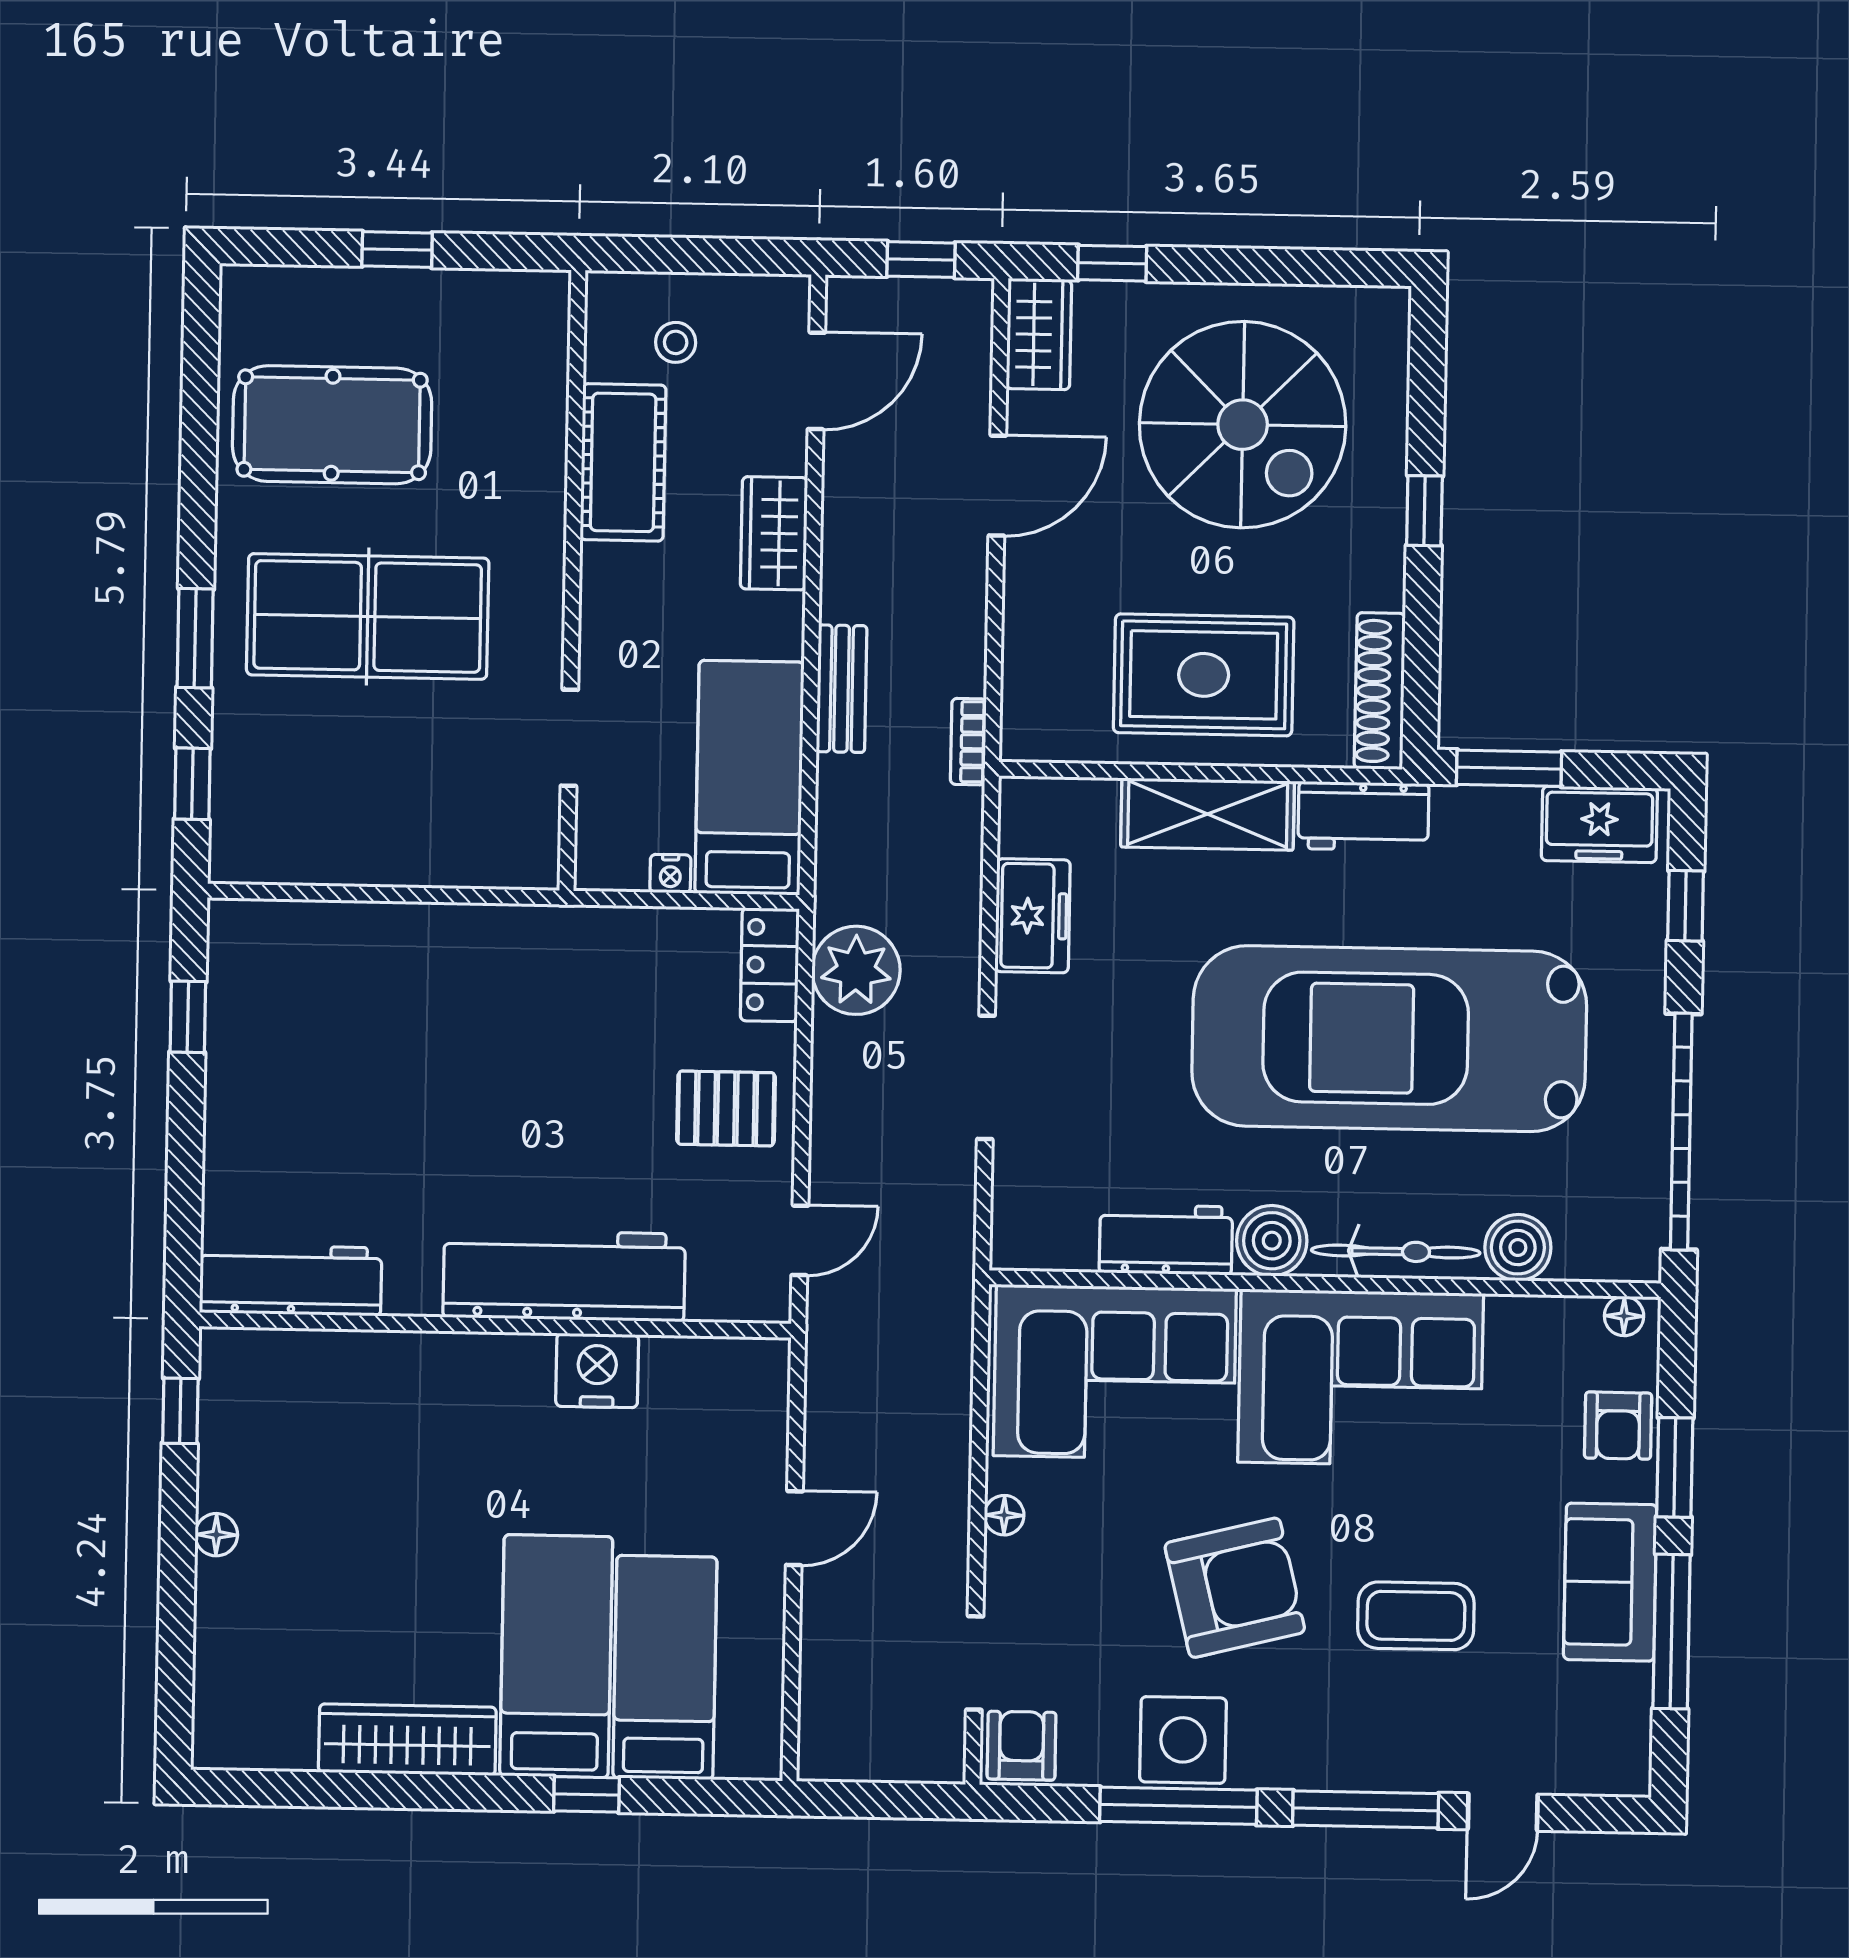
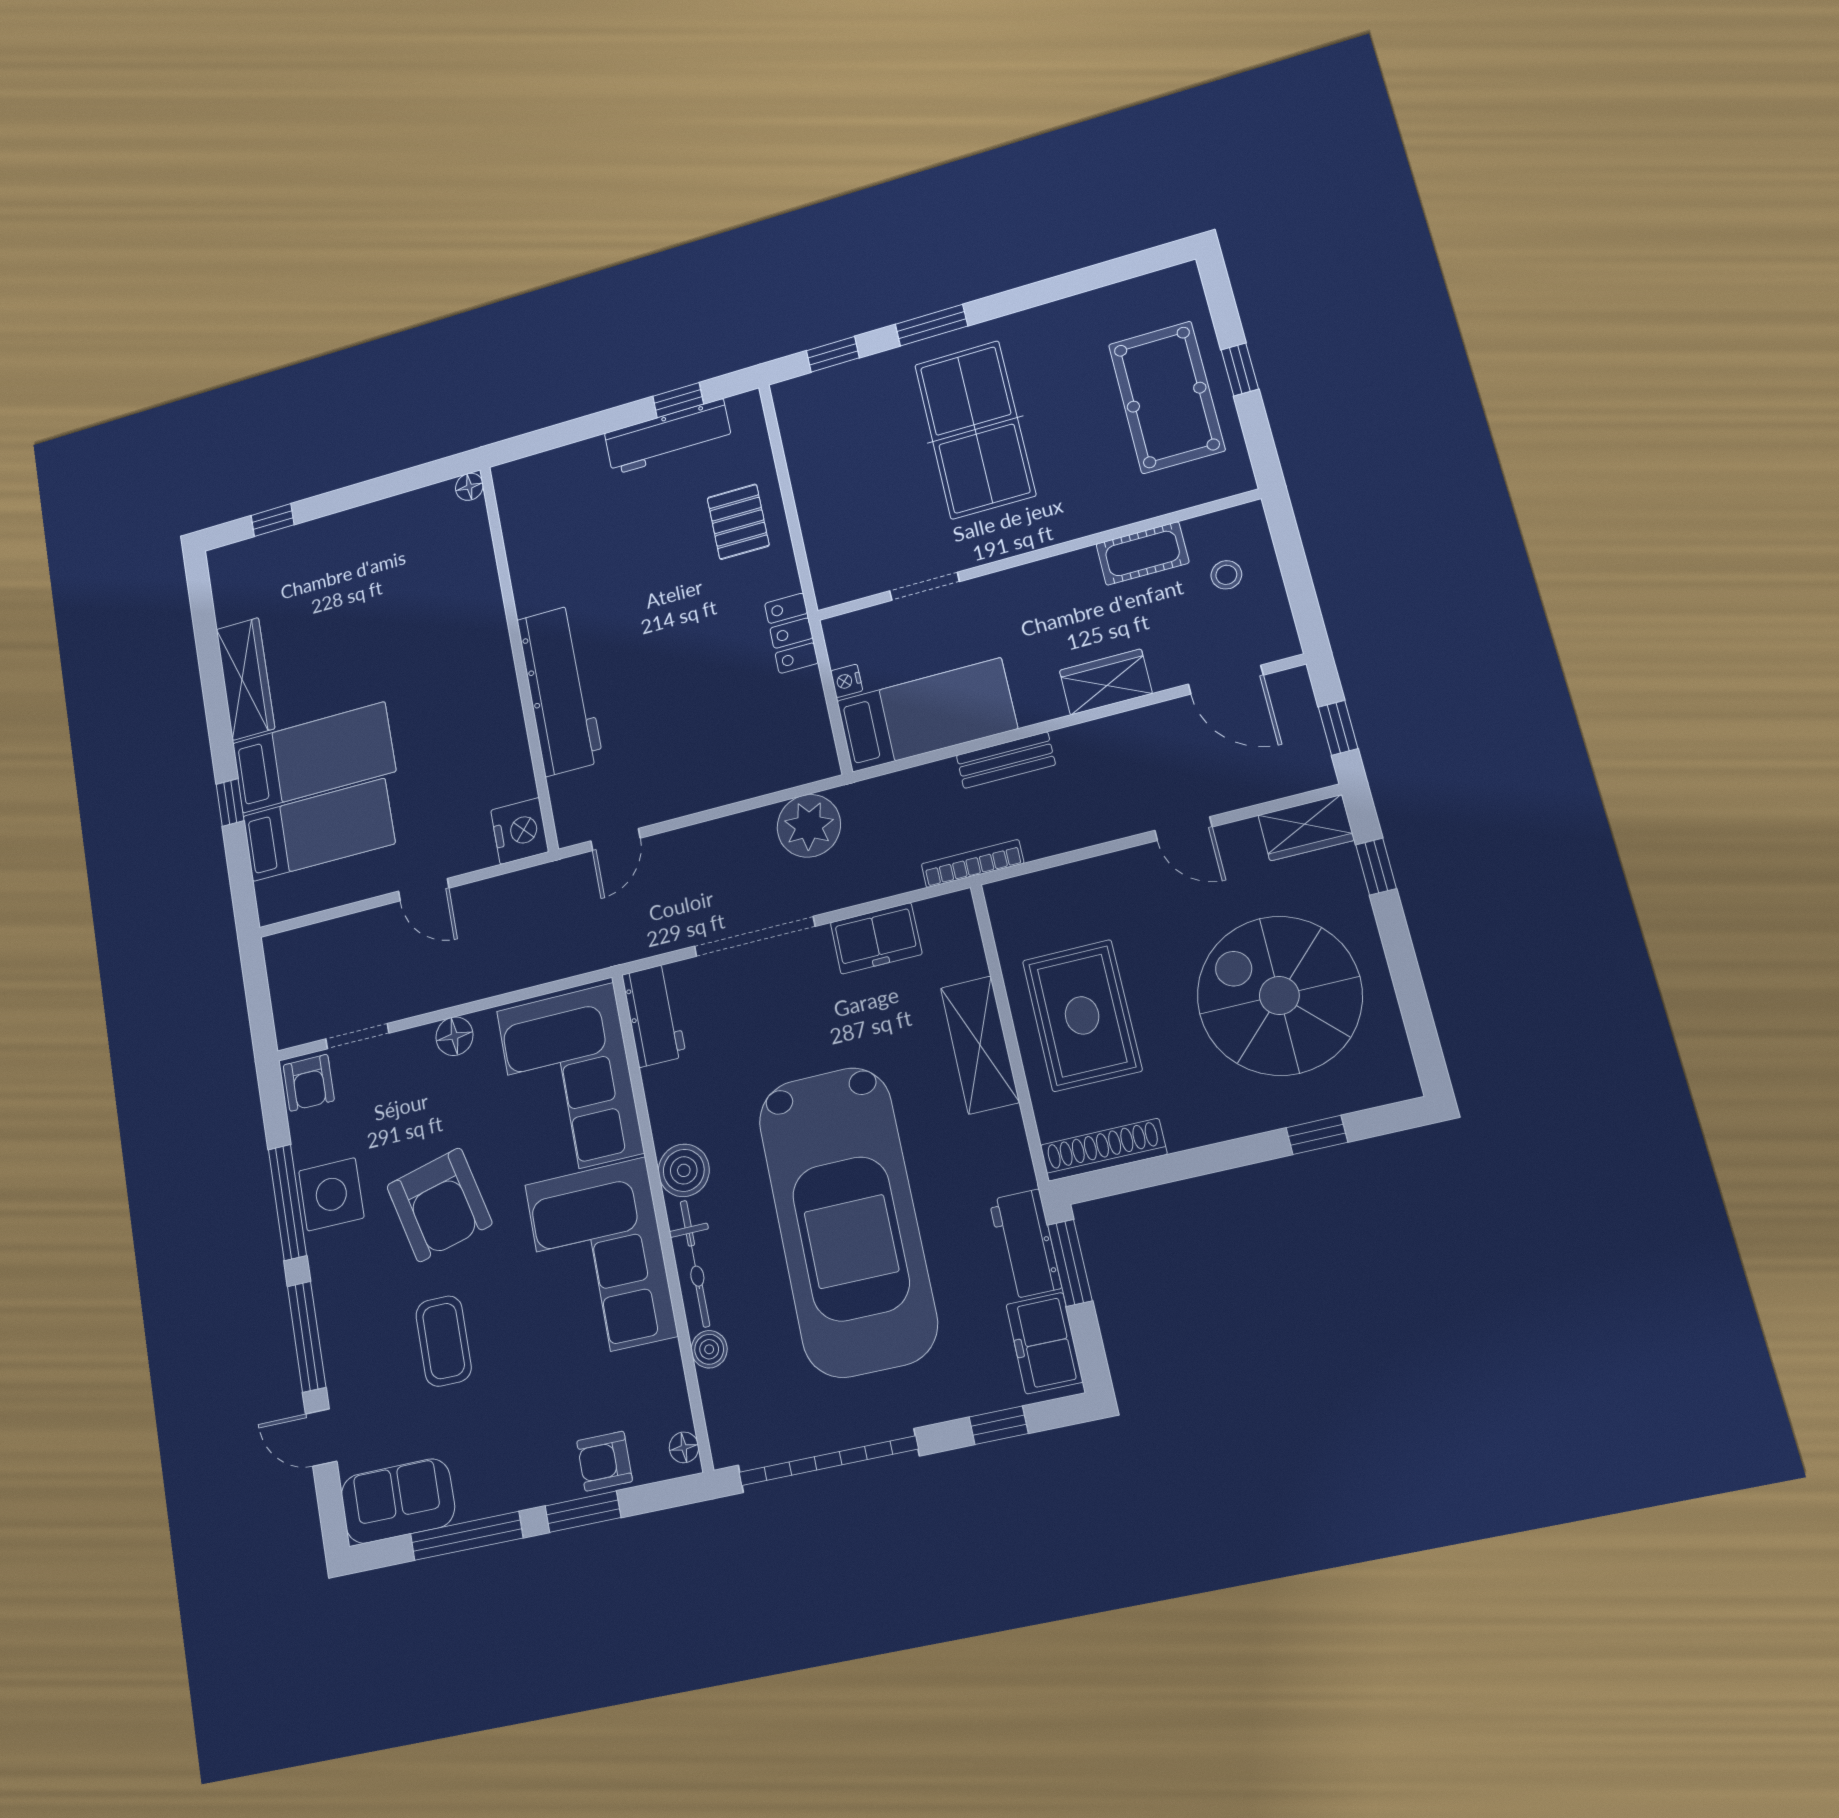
pool table: (332, 425) -> (1167, 397), moved
spiral stairs: (1243, 425) -> (1279, 995), turned 90
cot: (623, 462) -> (1142, 553), width x0.73, depth x0.75
door: (997, 486) -> (1183, 829), width x0.73
window: (1424, 511) -> (1317, 1135), moved
bookcase: (968, 742) -> (972, 864), width x1.56
workbench: (1363, 816) -> (1025, 1244), moved
locker: (770, 965) -> (791, 633), moved, turned -90
car: (1389, 1039) -> (847, 1221), turned 180
doorway: (986, 1077) -> (755, 936), width x1.36
pallet: (726, 1108) -> (738, 522), moved
door: (800, 1240) -> (615, 839), hinge flipped
workbench: (1166, 1240) -> (654, 1015), moved
boiler: (1518, 1248) -> (709, 1349), width x0.73, depth x0.73
workbench: (291, 1280) -> (668, 437), moved, turned 90
nightstand: (597, 1370) -> (520, 831), moved
window: (180, 1411) -> (273, 520), moved
floor lamp: (1004, 1515) -> (454, 1036), width x1.37, depth x1.37
floor lamp: (216, 1535) -> (469, 487), moved
sofa: (1610, 1582) -> (398, 1501), moved
armchair: (1021, 1746) -> (309, 1083), turned 90

